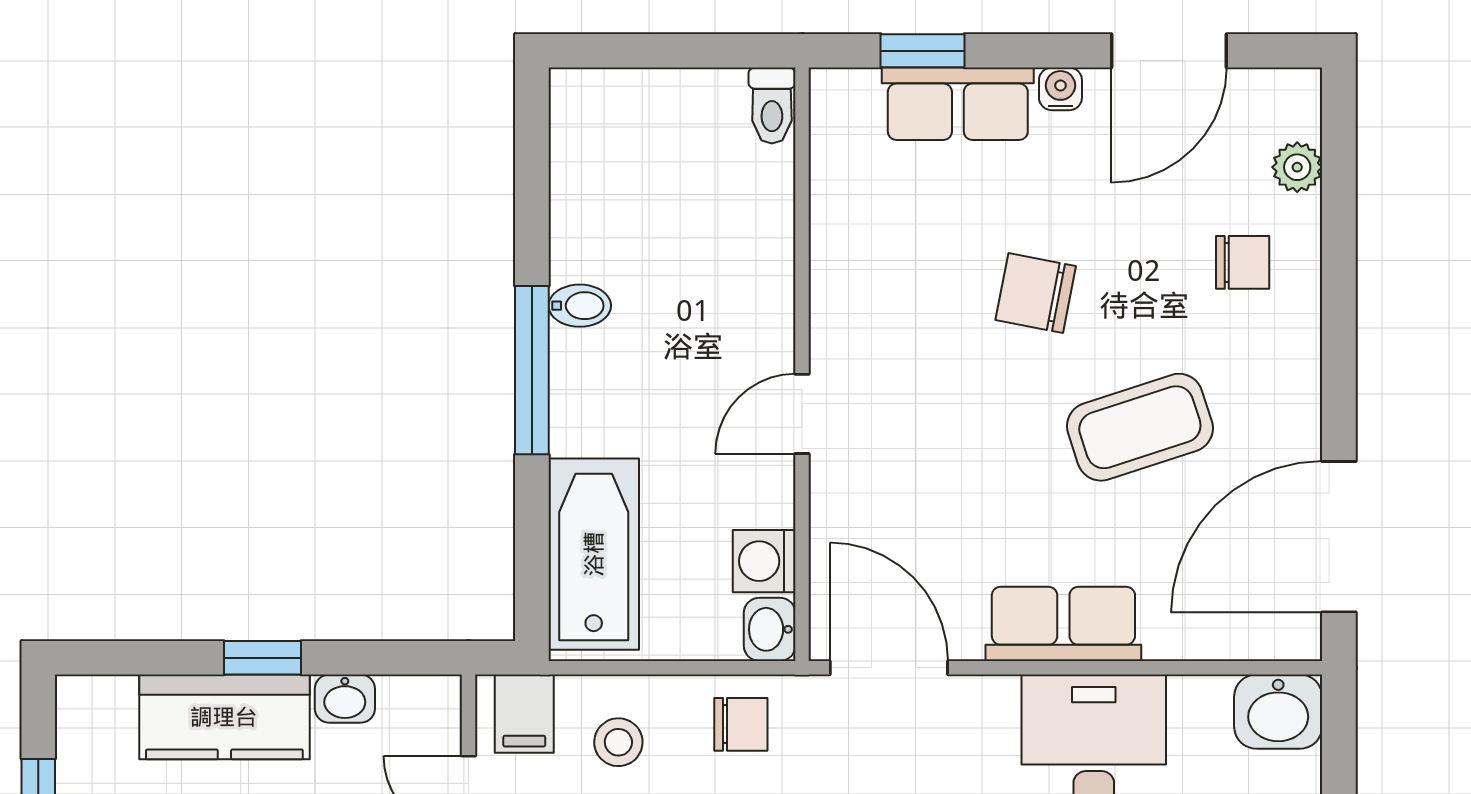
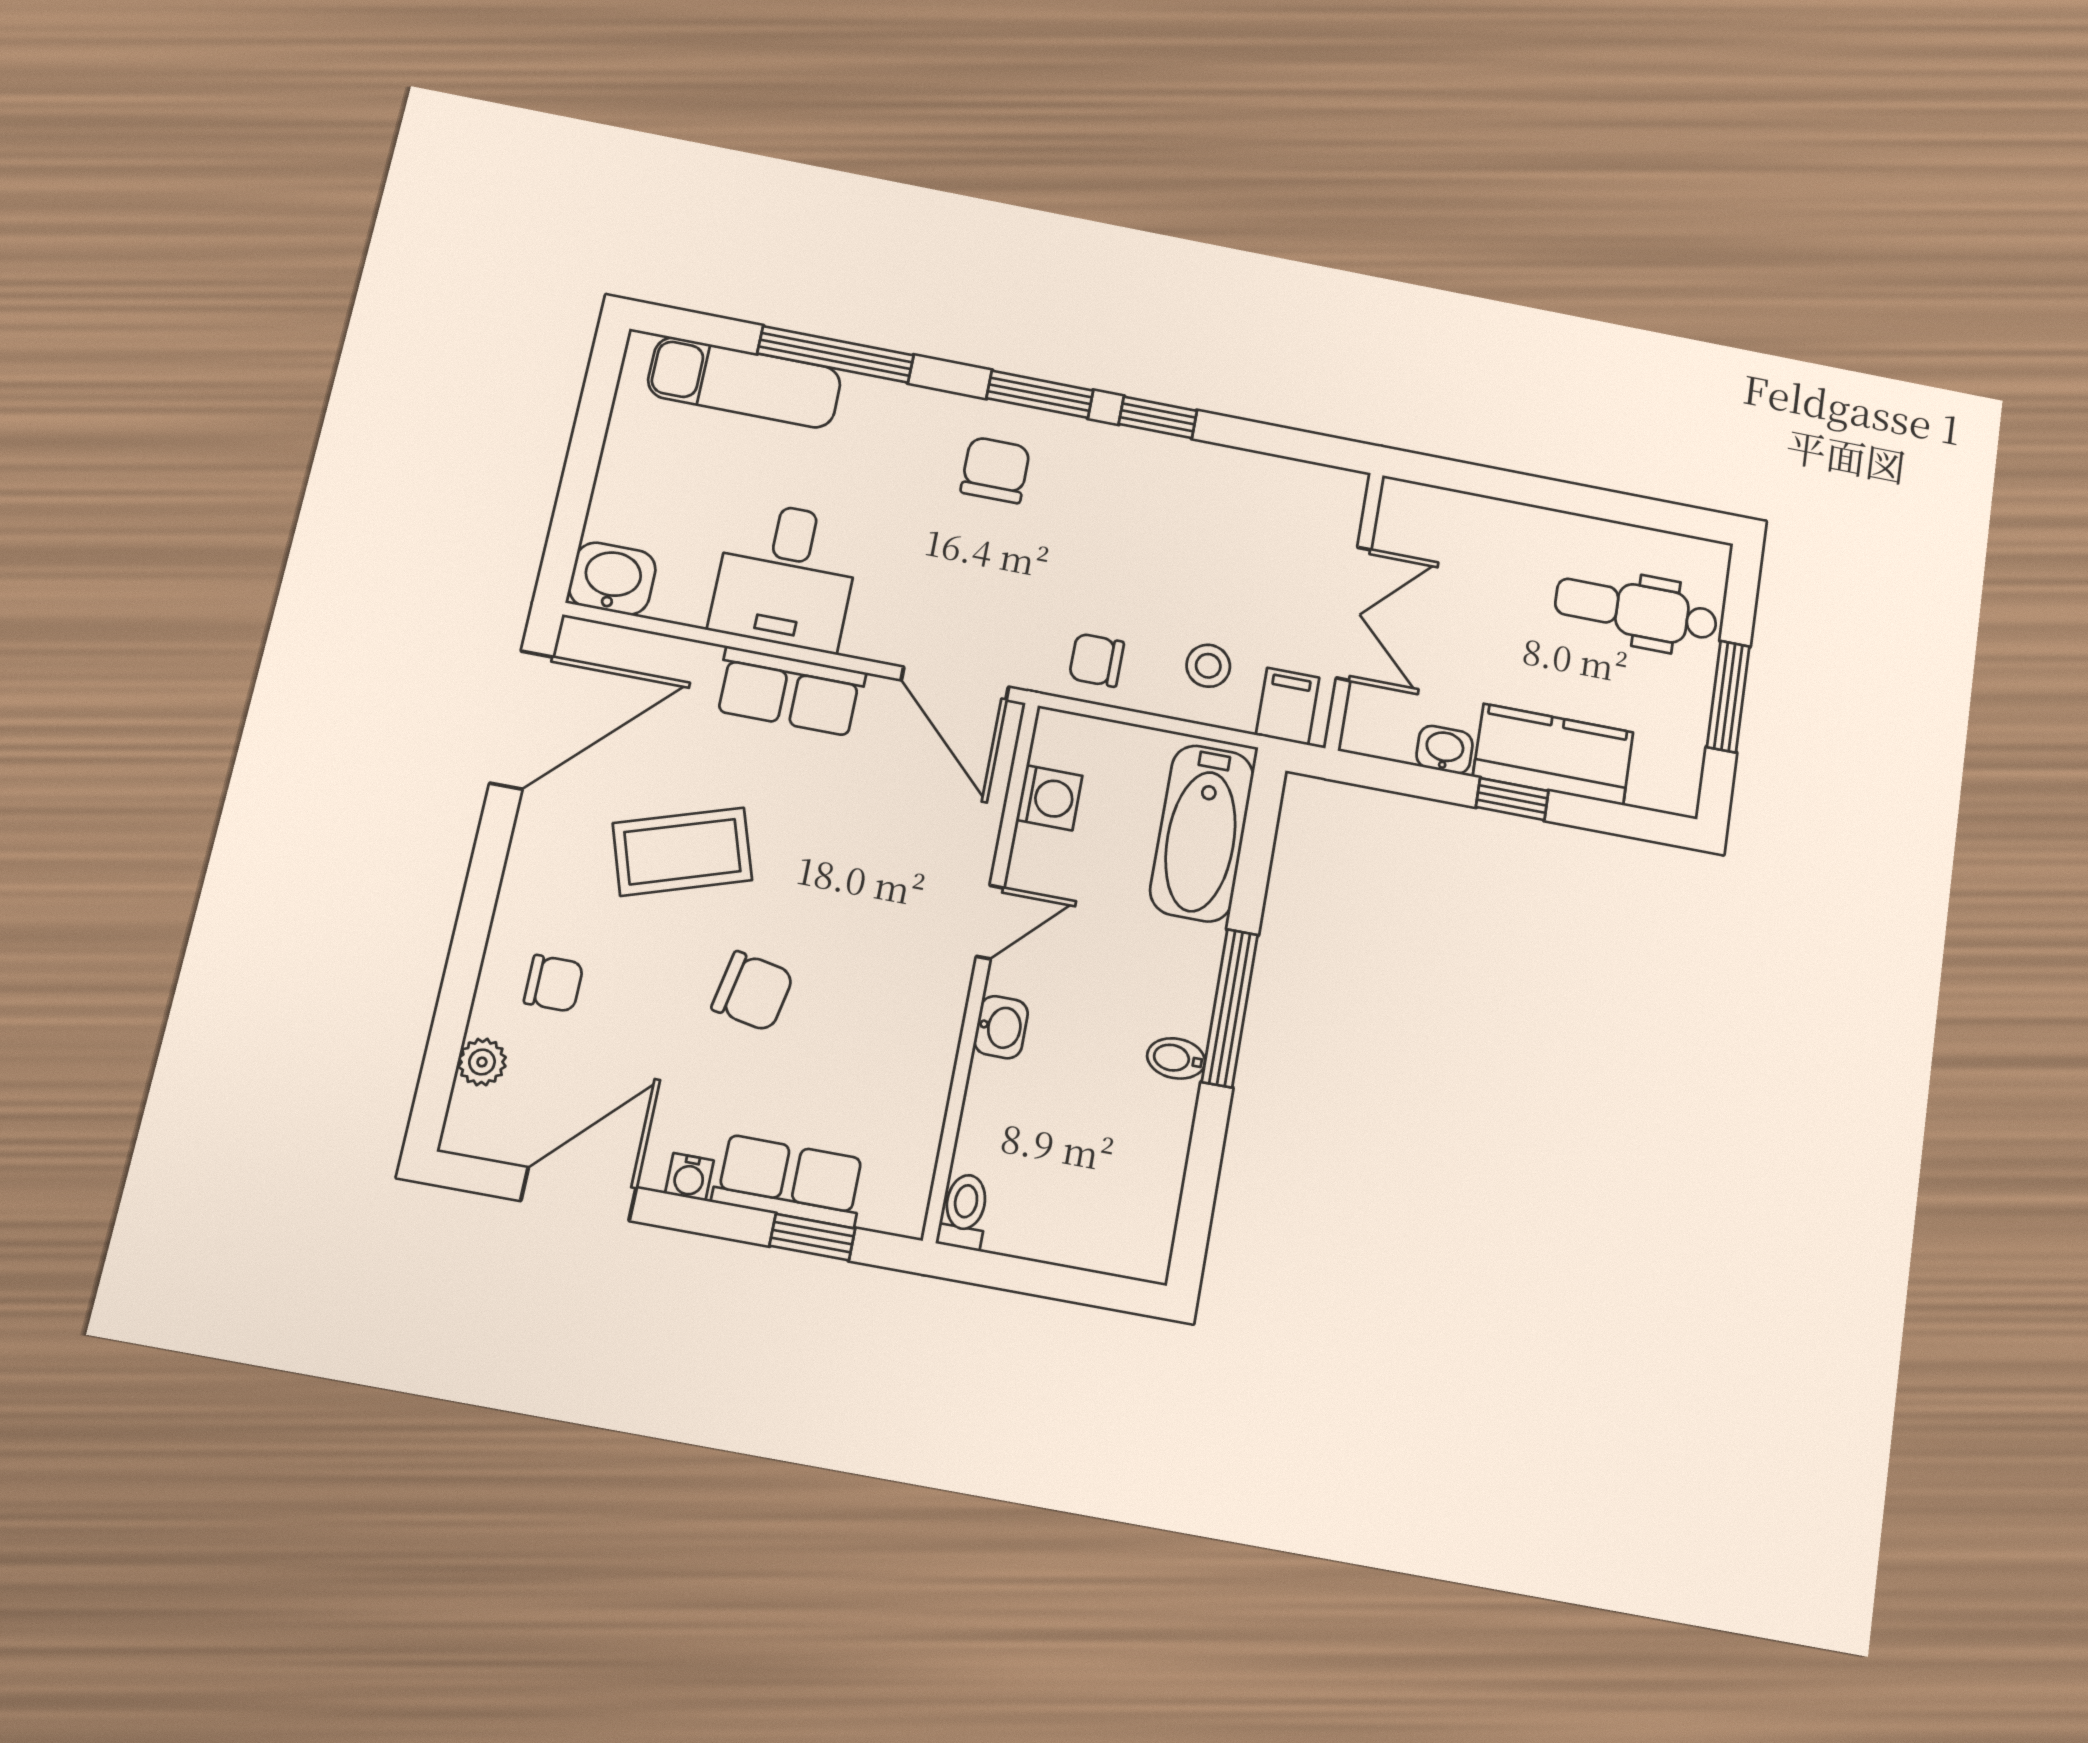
chair: (1243, 262) -> (554, 983), turned 180
washbasin: (770, 629) -> (1001, 1027), moved

